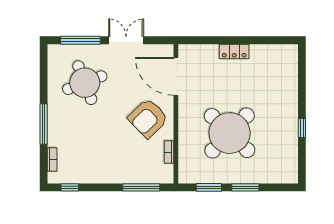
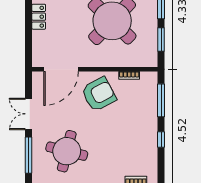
round table: (85, 83) -> (67, 151), turned 35
armchair: (148, 118) -> (99, 94), turned -74
window: (70, 187) -> (161, 140), moved

